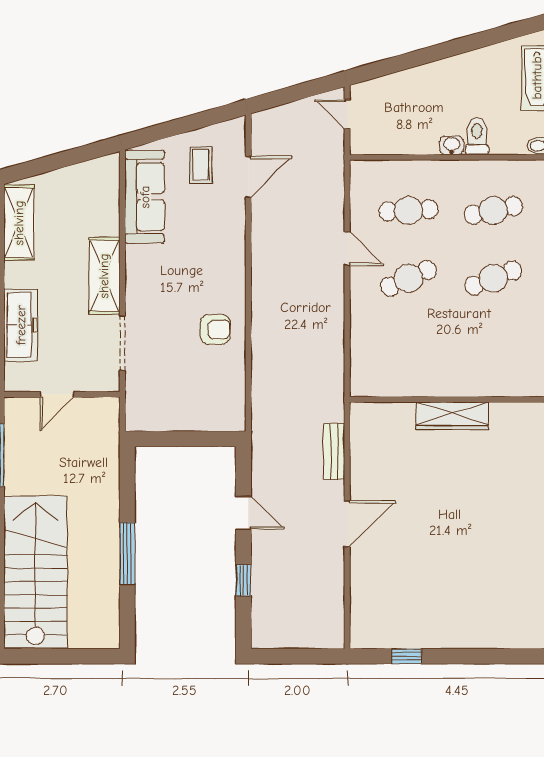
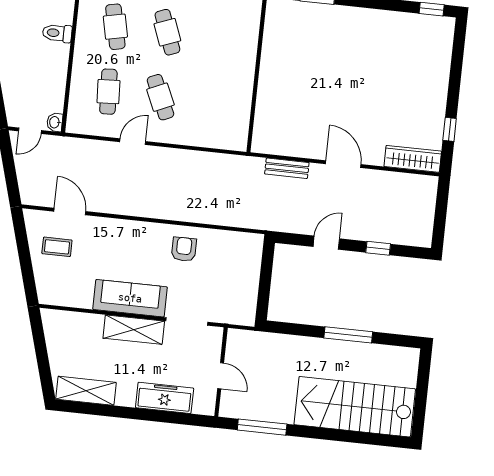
washbasin: (452, 145) -> (55, 122), moved
sofa: (145, 197) -> (130, 298), moved
wardrobe: (452, 416) -> (413, 159), moved, turned -90

